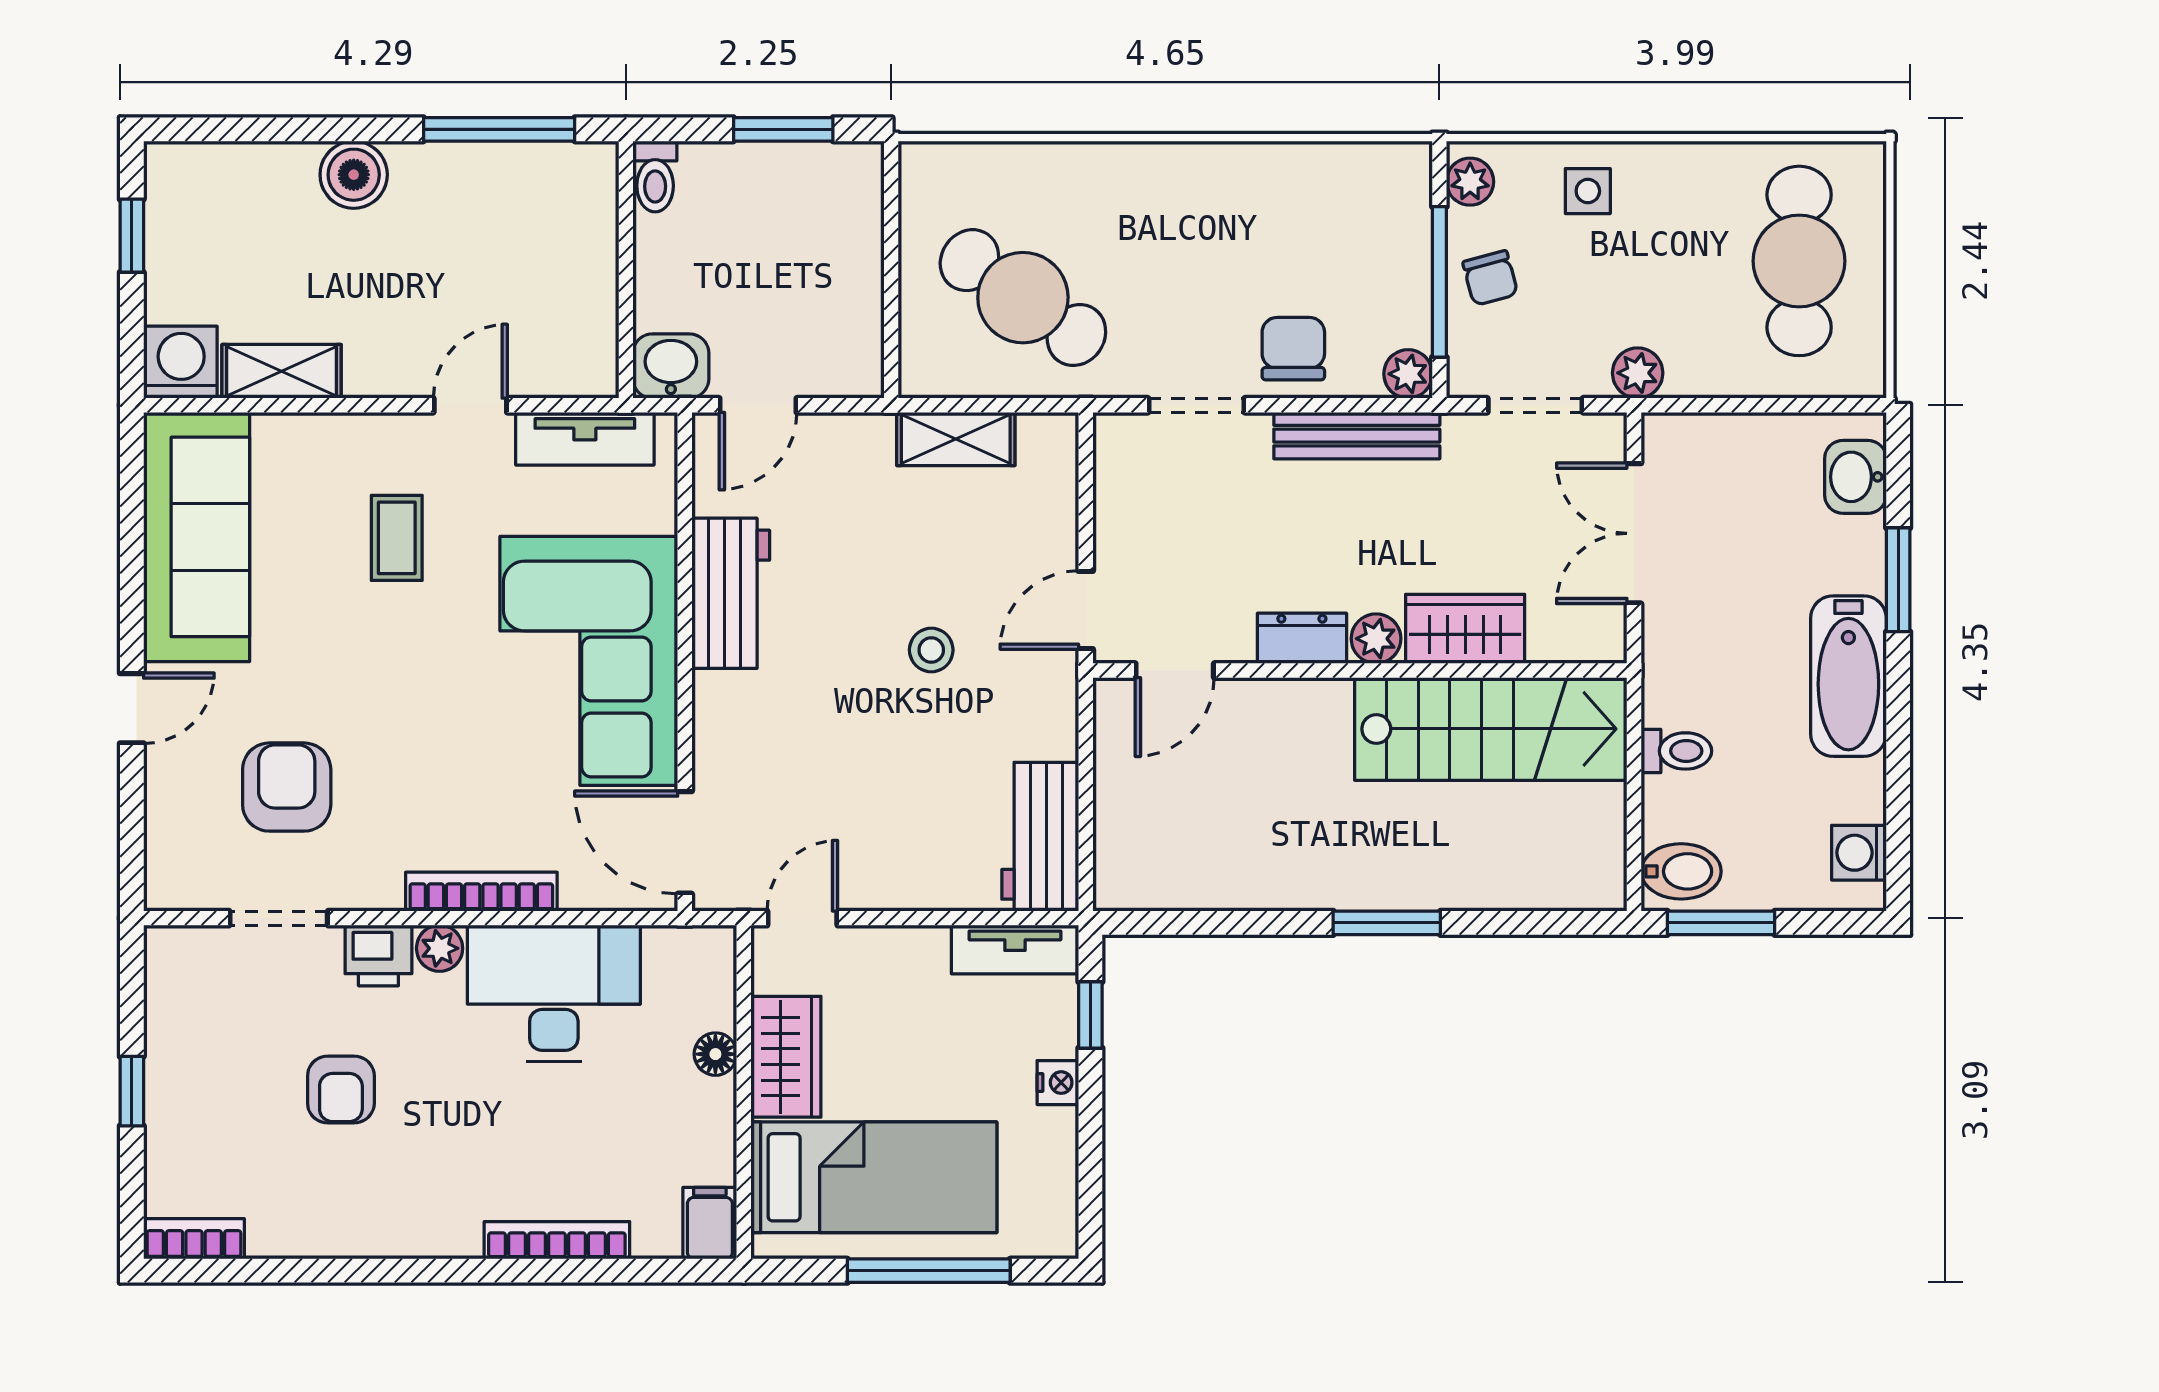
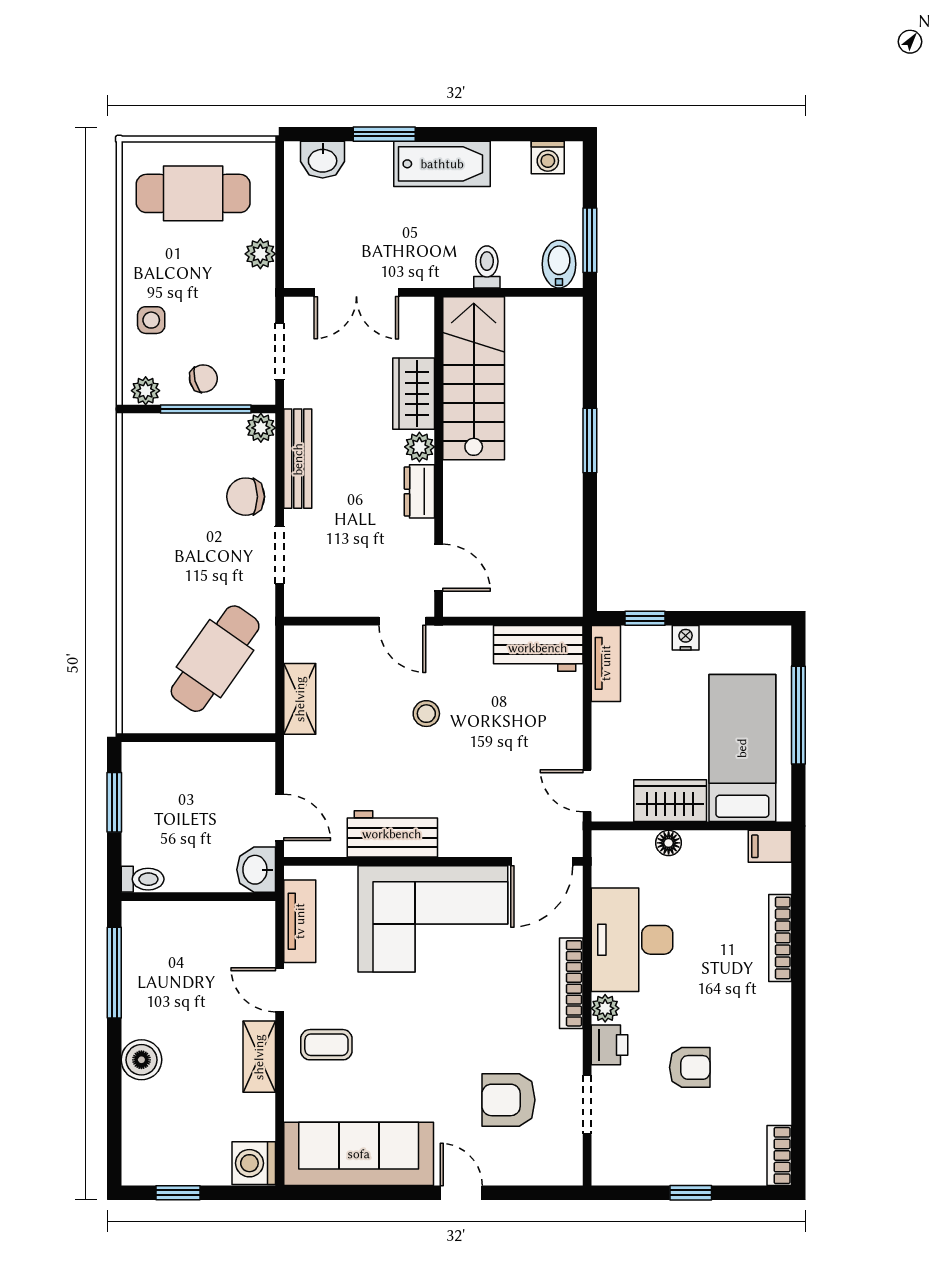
shelving: (282, 371) -> (259, 1057), moved
plant: (1638, 373) -> (260, 254), moved
coffee table: (397, 538) -> (326, 1045), moved

